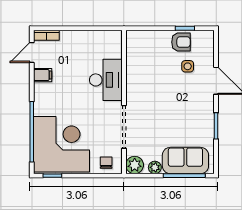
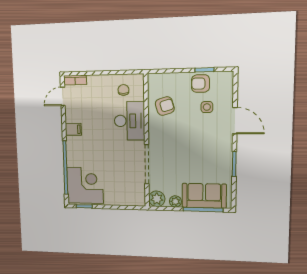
armchair: (181, 42) -> (200, 84), turned 180
armchair: (144, 65) -> (165, 106), added
filing cabinet: (43, 75) -> (73, 129), moved
corner desk: (61, 144) -> (85, 185), width x0.74, depth x0.74
chair: (106, 163) -> (123, 90), moved

